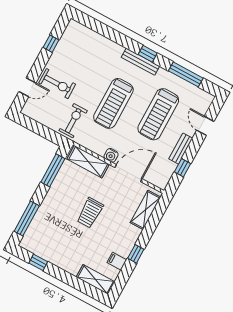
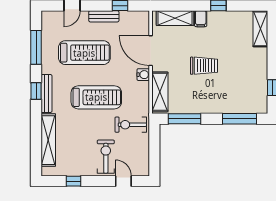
shelving: (99, 41) -> (48, 140), added
filing cabinet: (117, 261) -> (201, 19), moved

